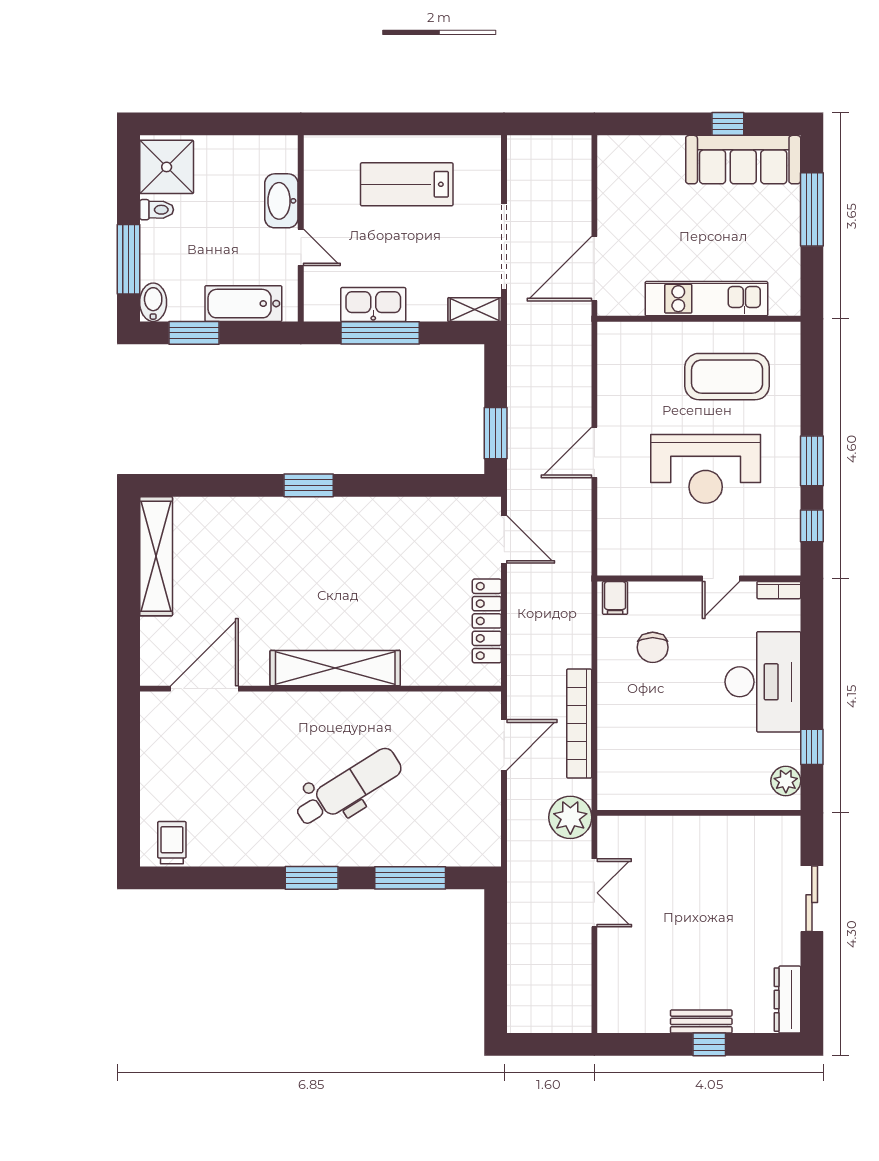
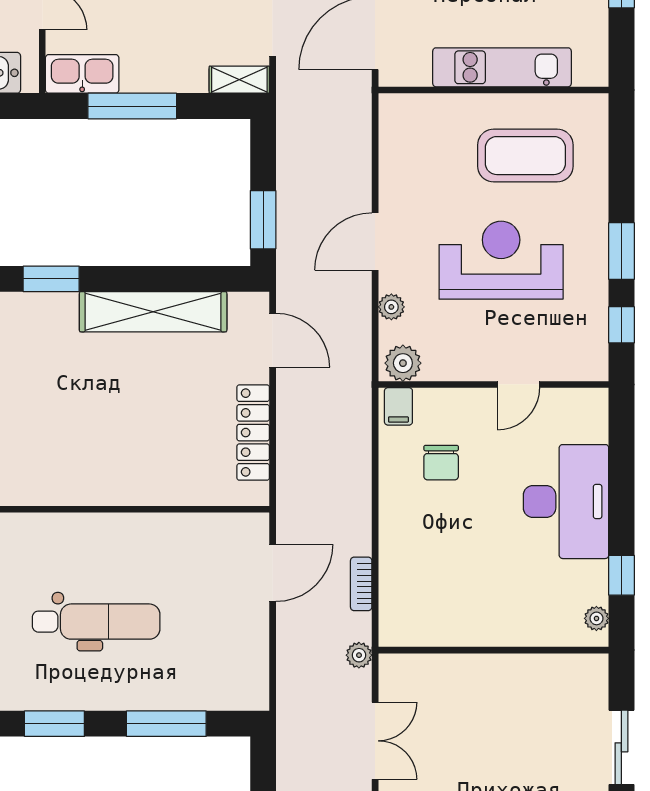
kitchen sink: (373, 305) -> (82, 74), moved
reception desk: (706, 469) -> (501, 260), turned 180
plant: (609, 510) -> (391, 307), added
plant: (619, 560) -> (403, 363), added
bookcase: (779, 590) -> (584, 398), removed
shelving: (335, 668) -> (153, 312), moved
bookcase: (579, 724) -> (361, 584), width x0.43, depth x0.76
plant: (786, 781) -> (596, 618), width x0.73, depth x0.73
dental chair: (348, 788) -> (96, 622), turned 32
plant: (570, 817) -> (359, 655), width x0.53, depth x0.53

